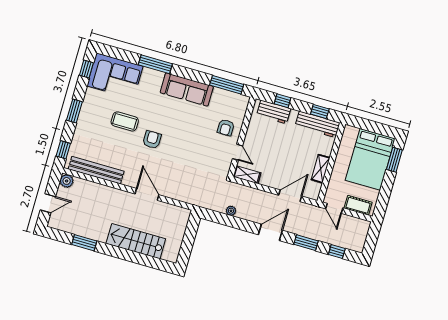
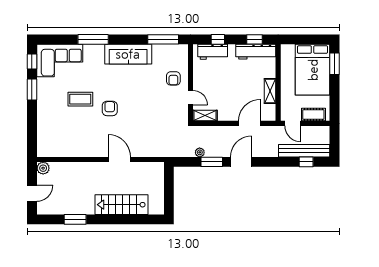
window: (74, 111) -> (32, 90), moved
window: (63, 150) -> (32, 141), removed
bench: (96, 170) -> (304, 151), moved
window: (306, 243) -> (212, 162), moved

